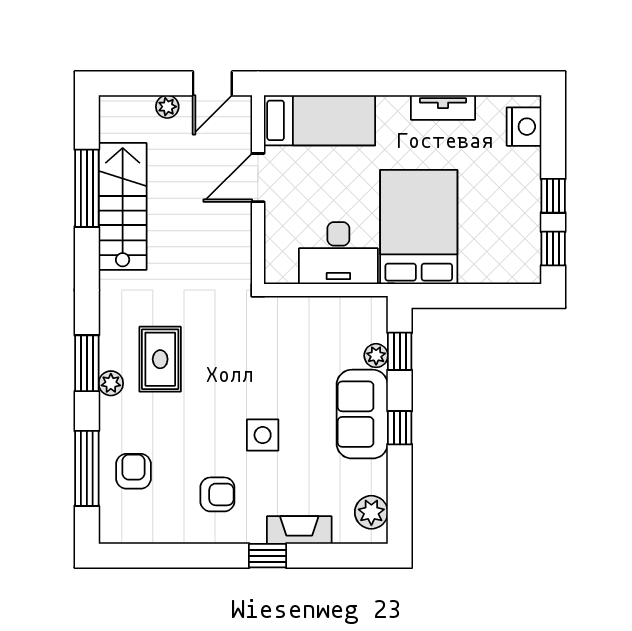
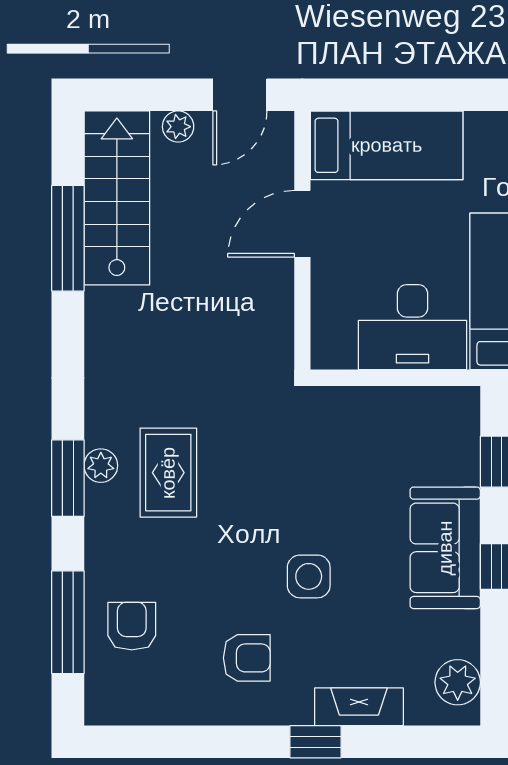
stairs: (123, 206) -> (117, 198), moved
plant: (376, 356) -> (464, 468), removed
plant: (111, 383) -> (101, 466), moved

